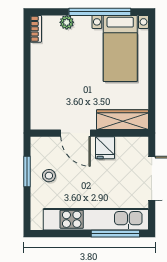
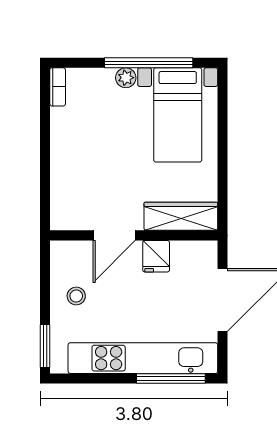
plant: (67, 22) -> (126, 78), moved
door: (76, 133) -> (114, 235), hinge flipped
window: (27, 171) -> (45, 346), moved

